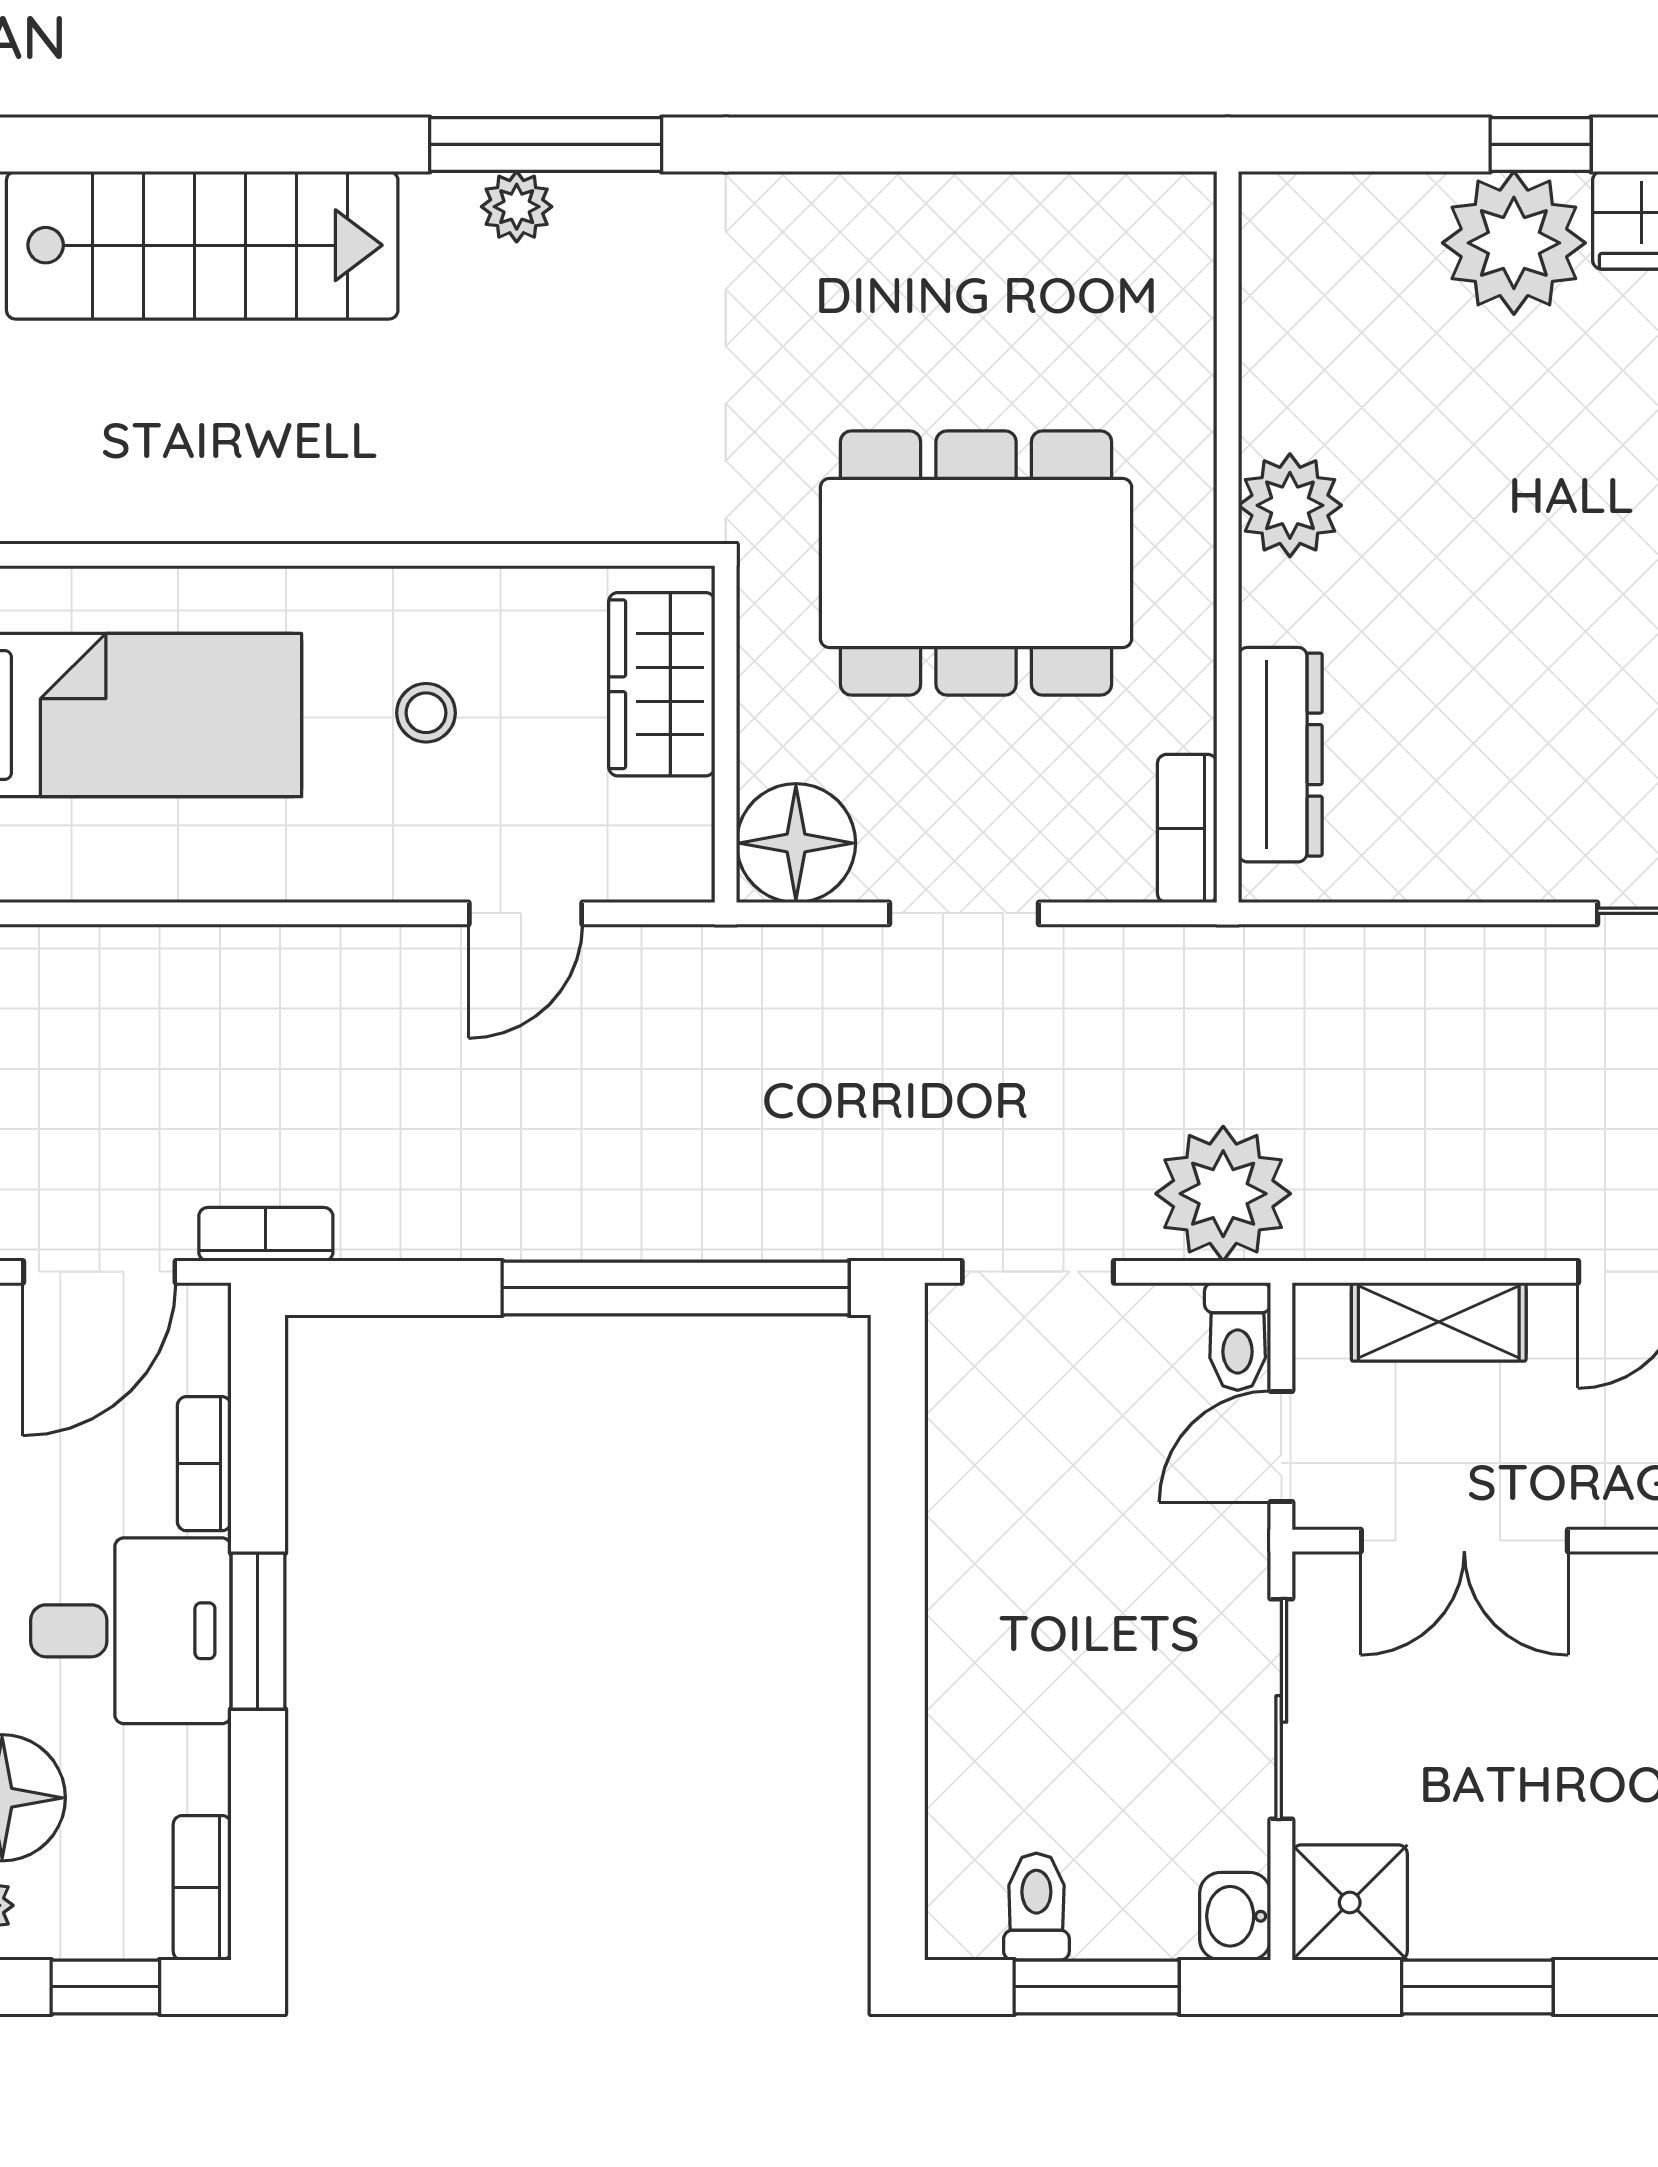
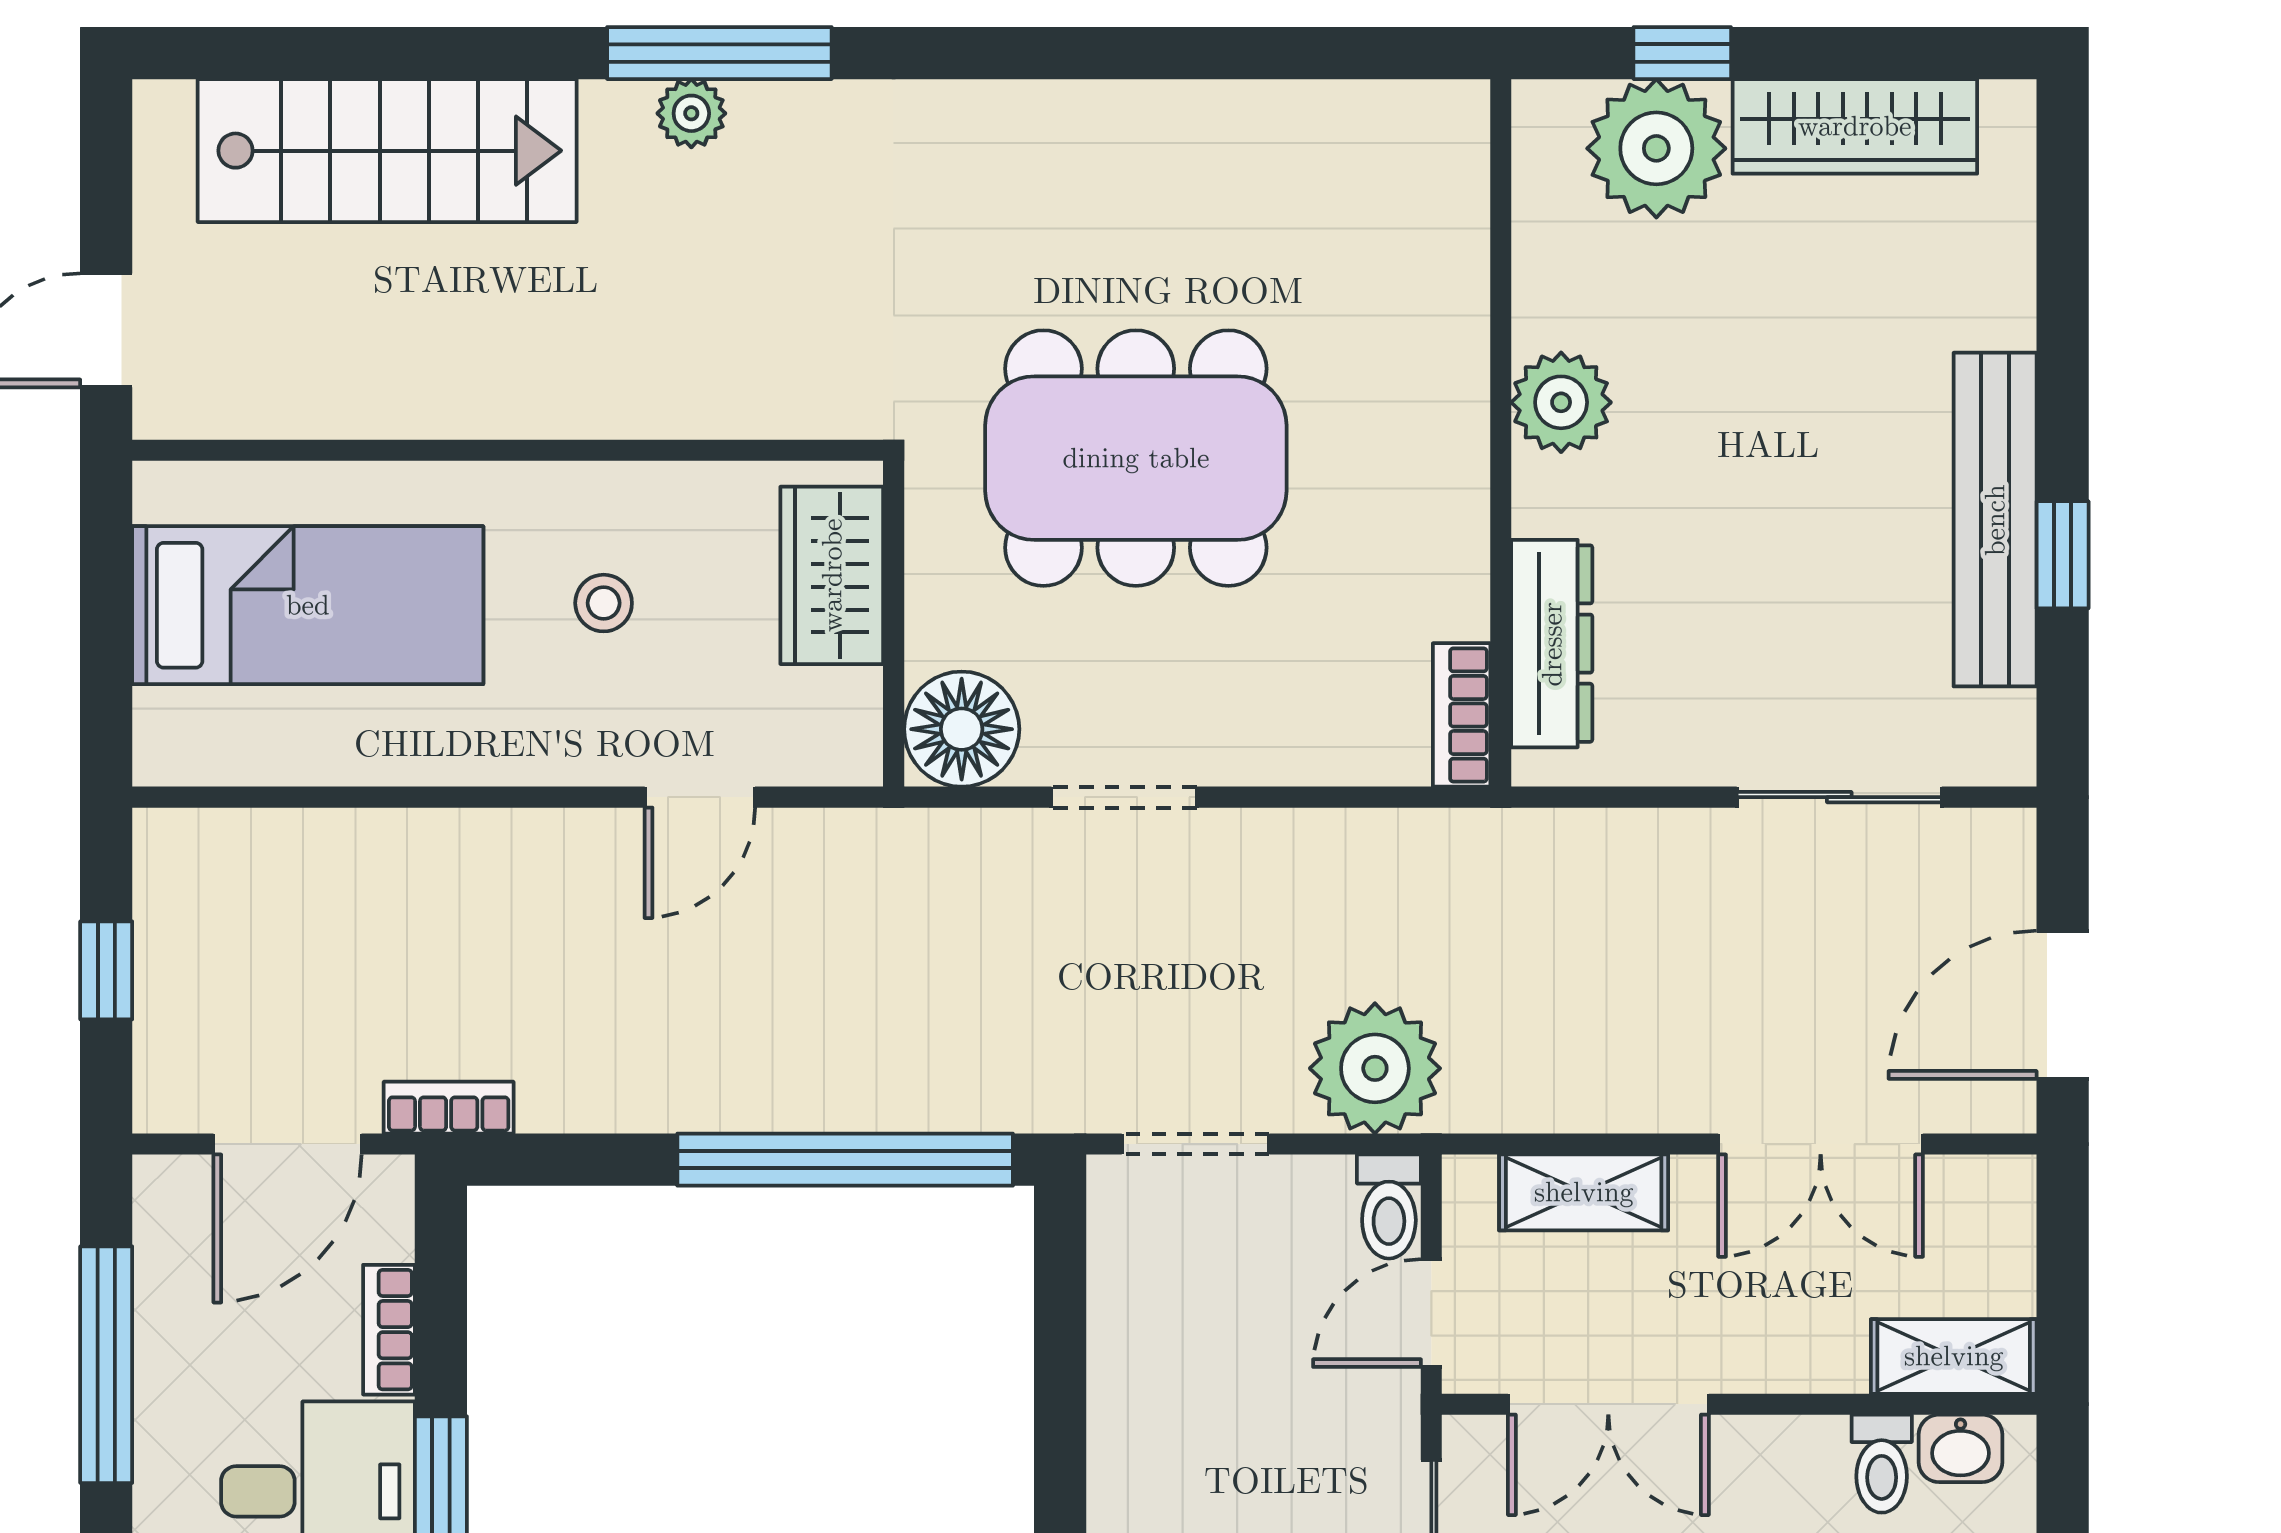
plant: (1290, 505) -> (1561, 402), moved
wall: (1228, 537) -> (1501, 433), moved
dresser: (1280, 755) -> (1552, 644), moved
bookcase: (1187, 828) -> (1462, 715), moved

